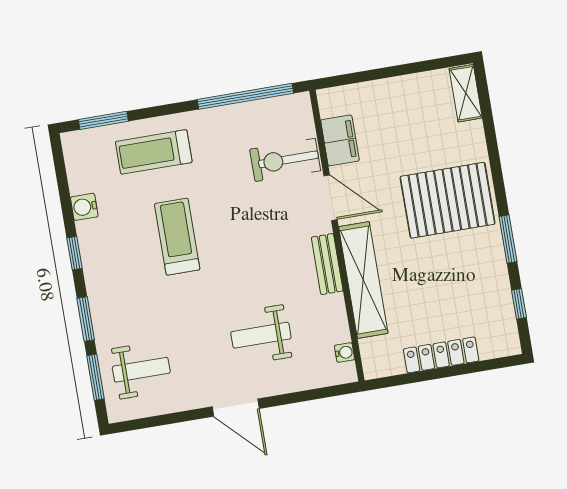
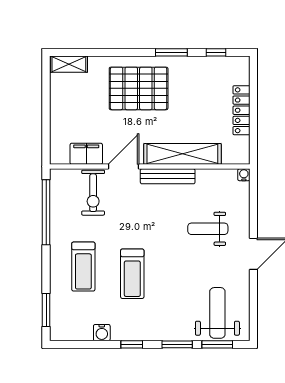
treadmill: (154, 152) -> (83, 267), moved
pallet: (448, 200) -> (139, 88), turned 90
treadmill: (177, 237) -> (132, 274), turned -90
bench: (327, 264) -> (168, 176), width x1.36
weight bench: (261, 335) -> (208, 229), turned 90
water cooler: (344, 352) -> (244, 175), moved
weight bench: (141, 370) -> (217, 313), width x1.36, depth x1.33

